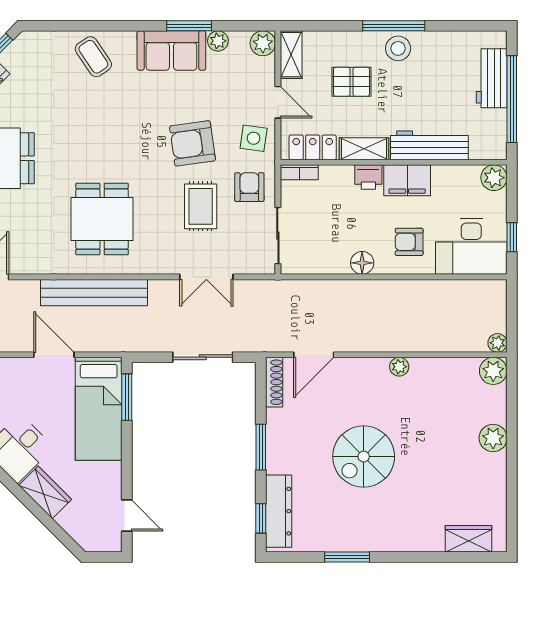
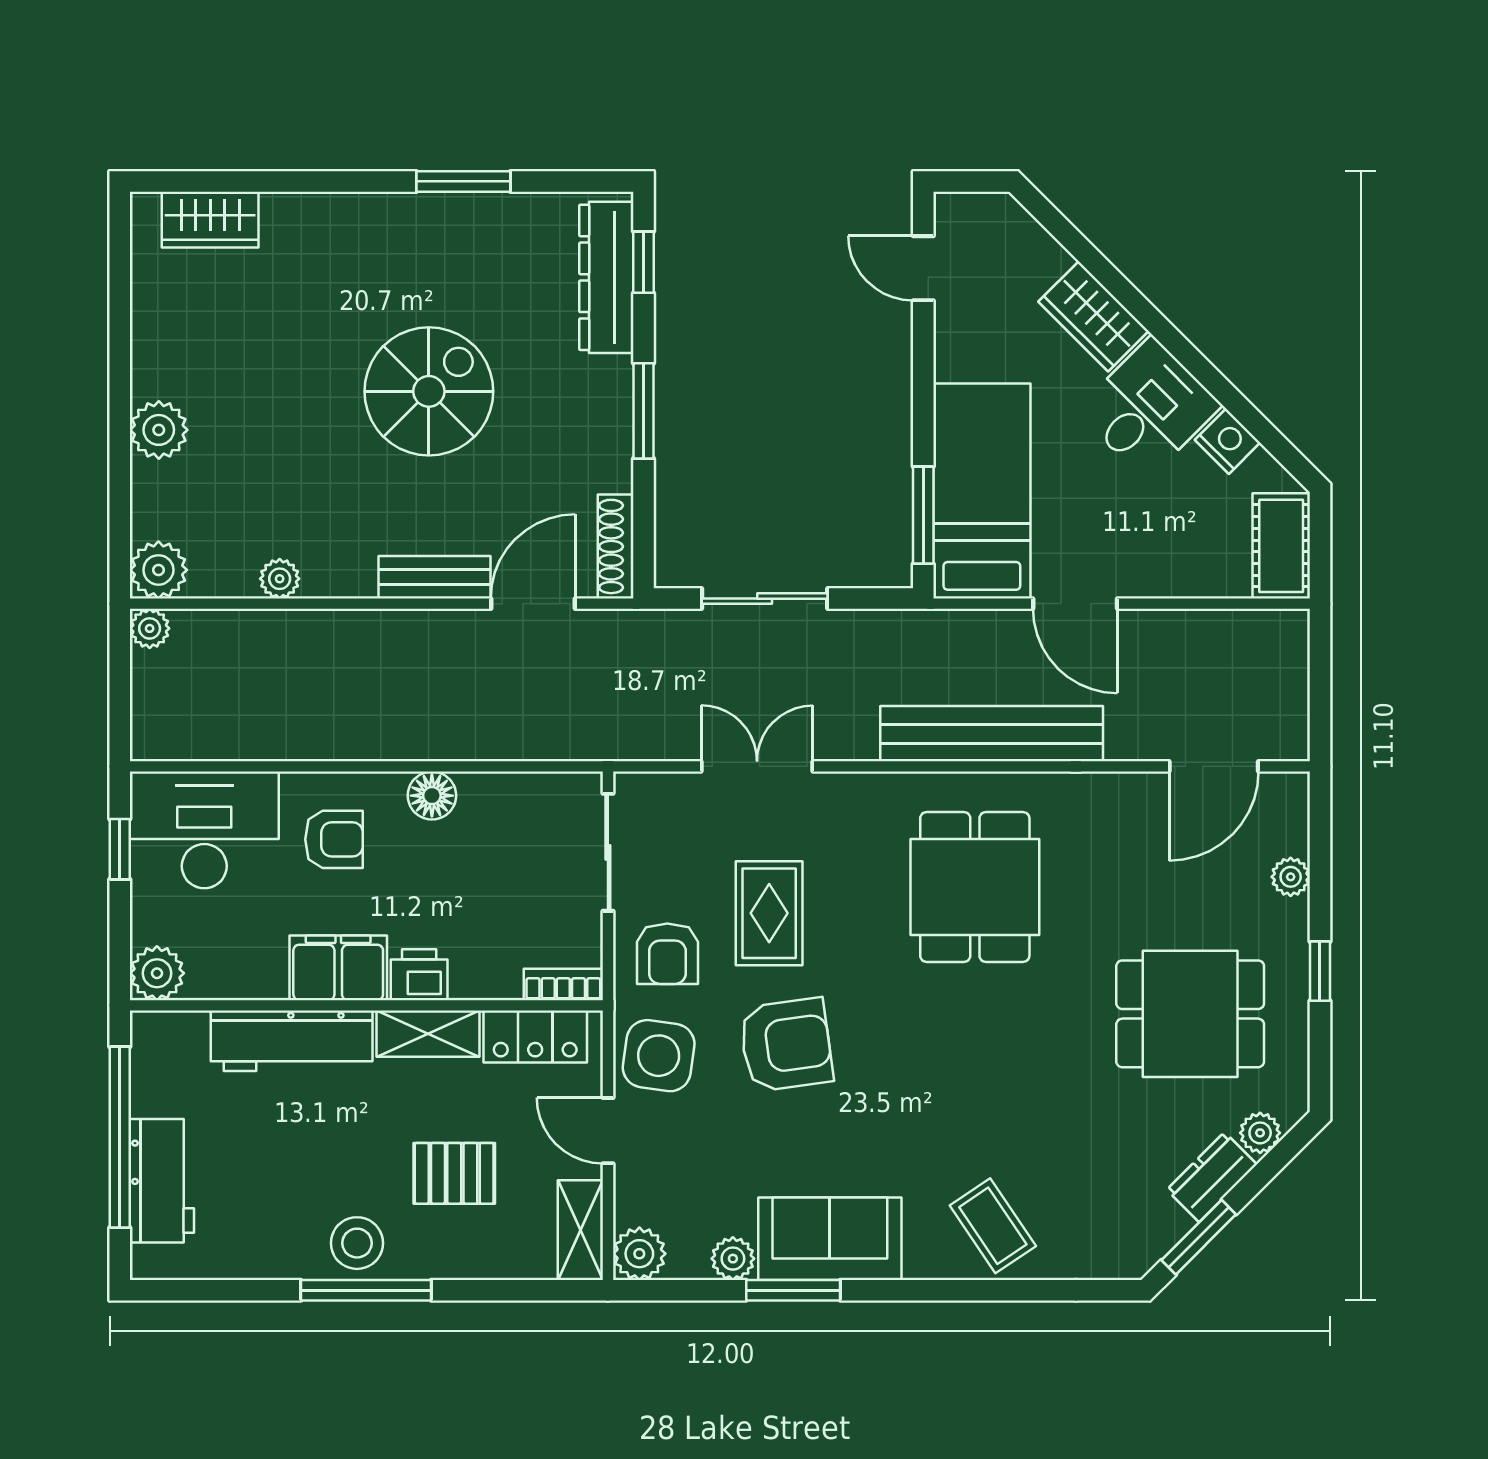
side table: (254, 138) -> (659, 1056), width x1.37, depth x1.37
bench: (361, 367) -> (434, 577), added
plant: (399, 367) -> (280, 579), moved

